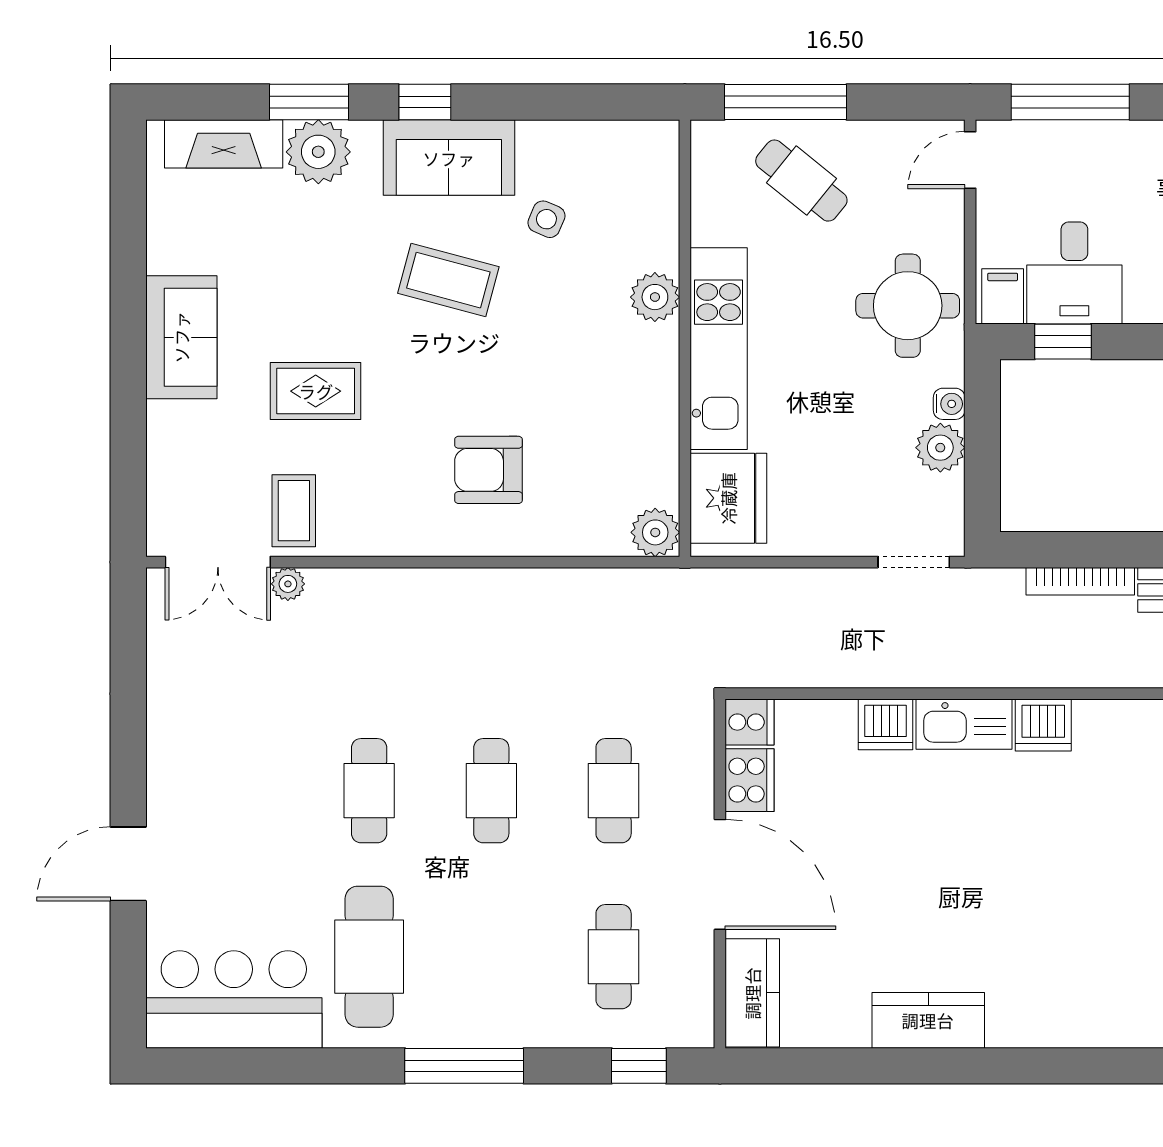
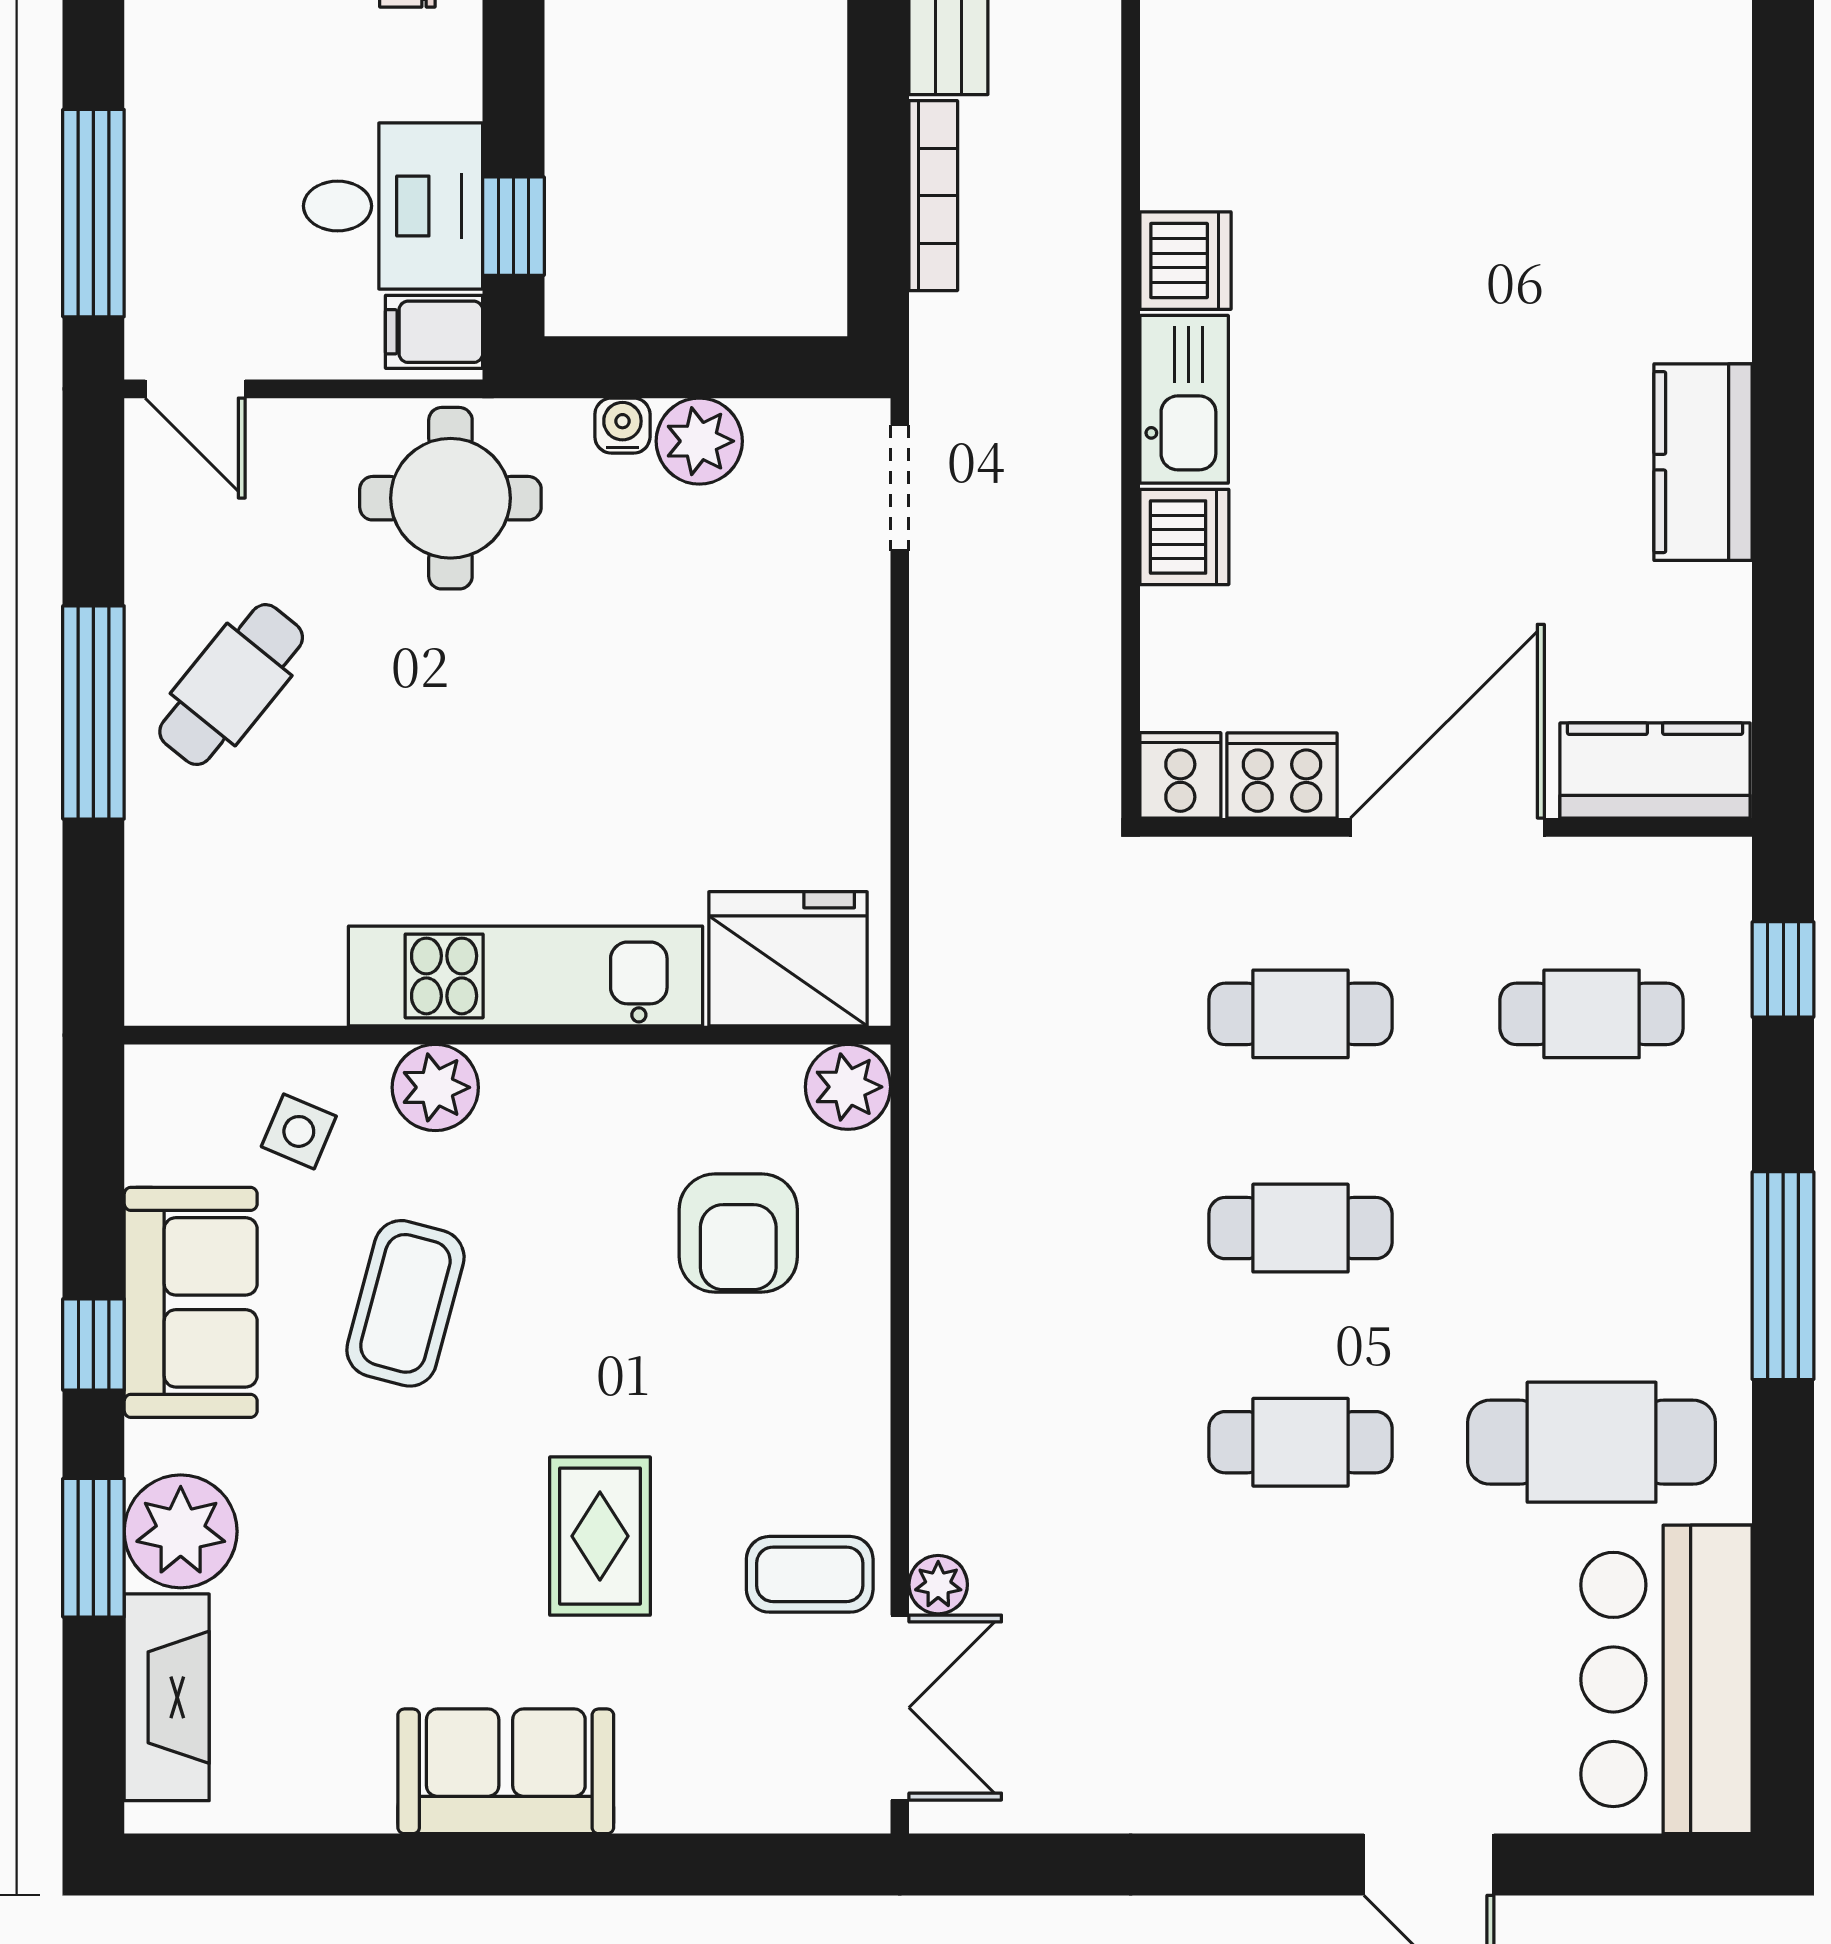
plant: (655, 297) -> (435, 1087), moved
wall: (685, 338) -> (507, 1035), moved
kitchen unit: (719, 349) -> (526, 976), moved
fridge: (728, 498) -> (788, 959), moved
plant: (655, 532) -> (848, 1087), moved

